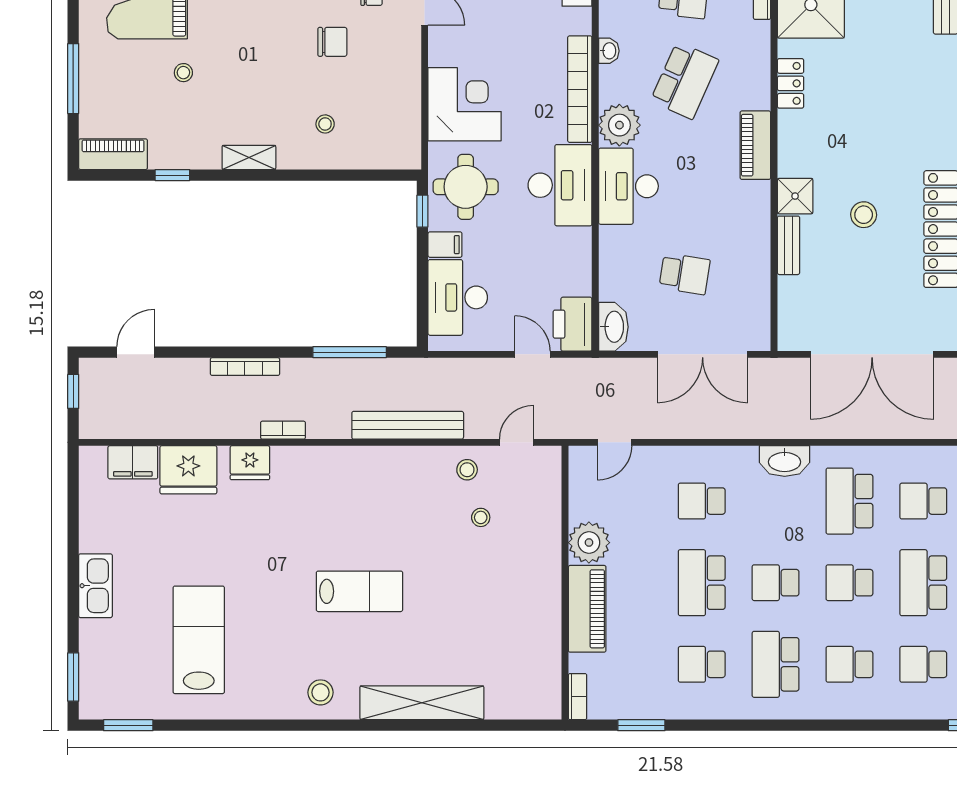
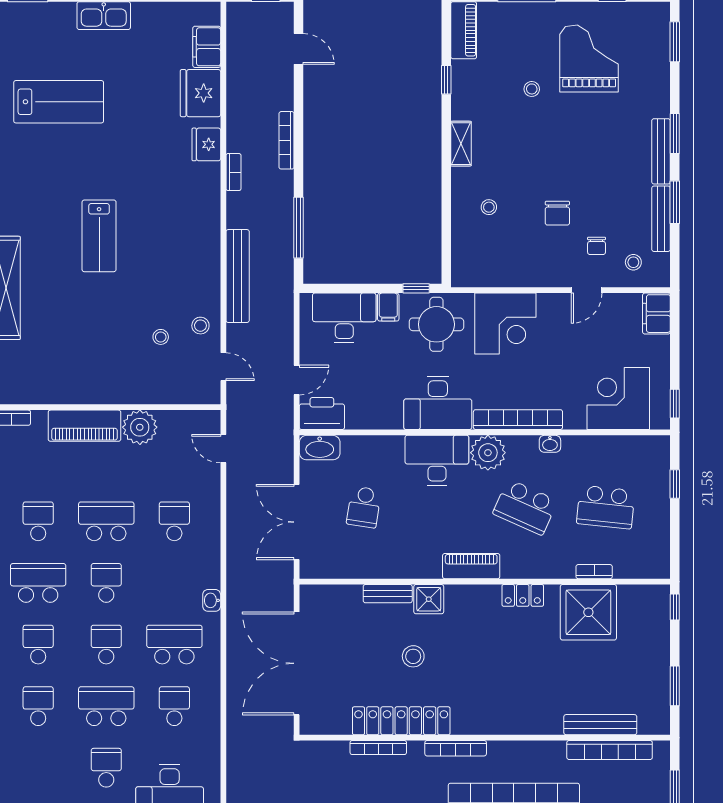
washbasin: (785, 461) -> (212, 600), width x0.52, depth x0.69
stool: (320, 692) -> (15, 203), removed

